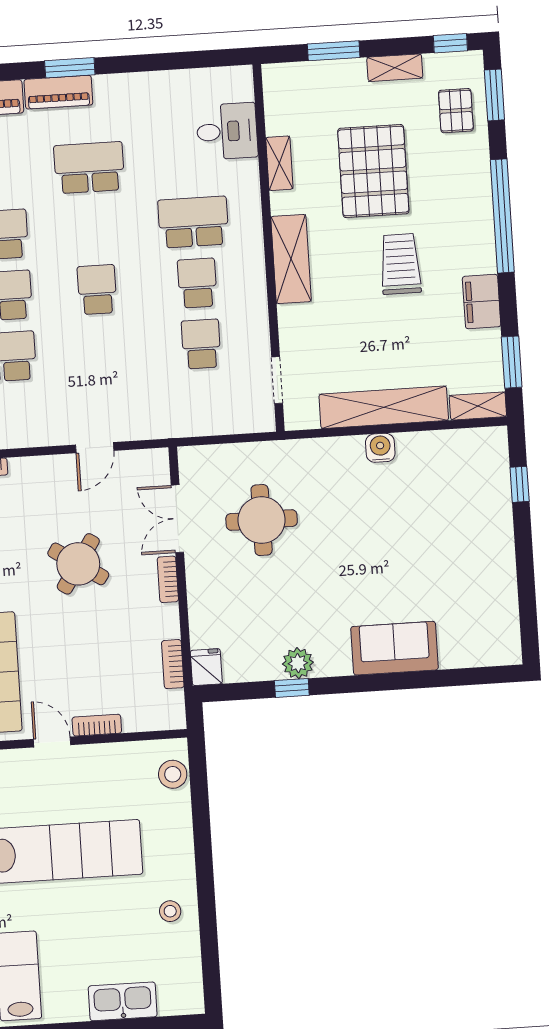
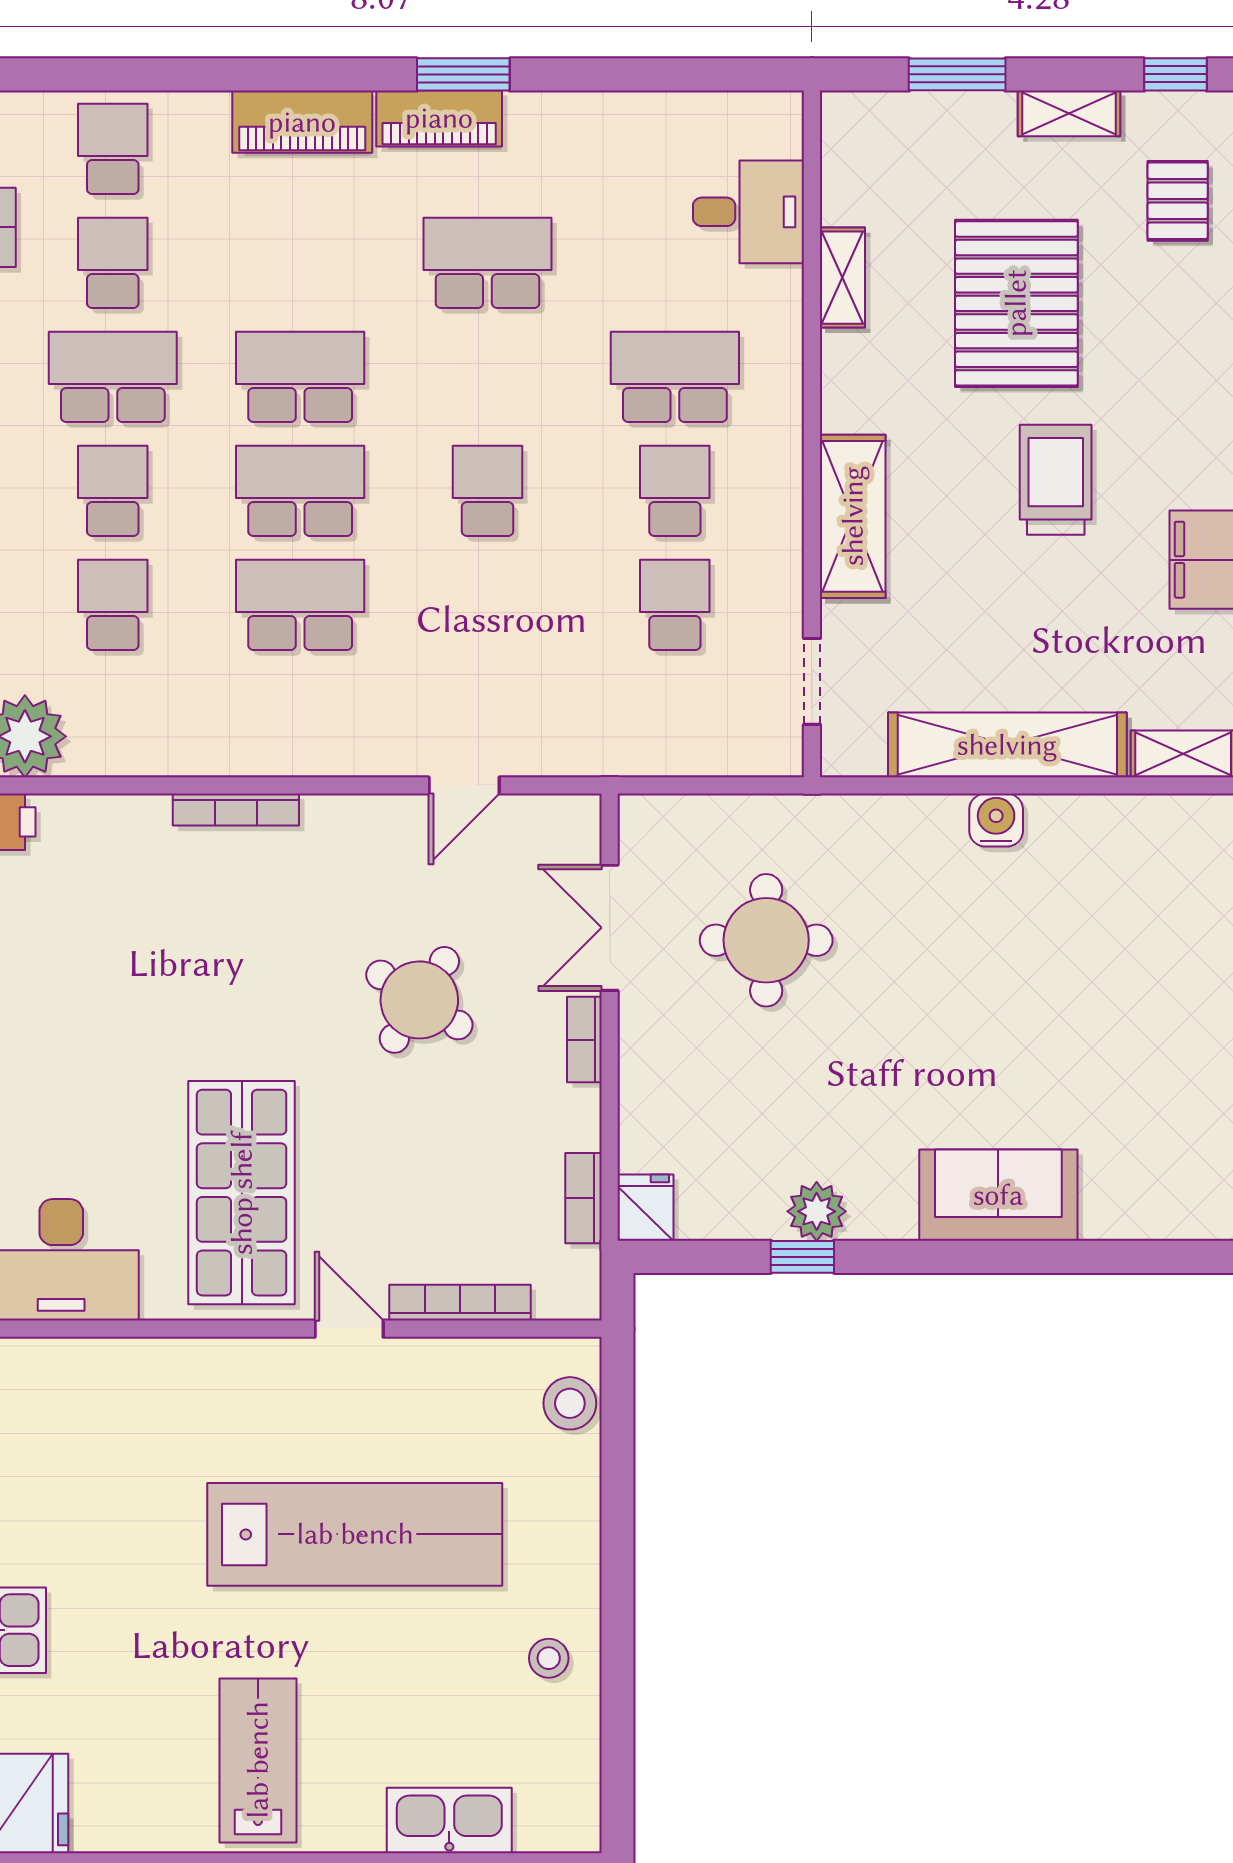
shelving: (291, 259) -> (853, 516), moved
bookcase: (97, 725) -> (460, 1303), width x1.56

